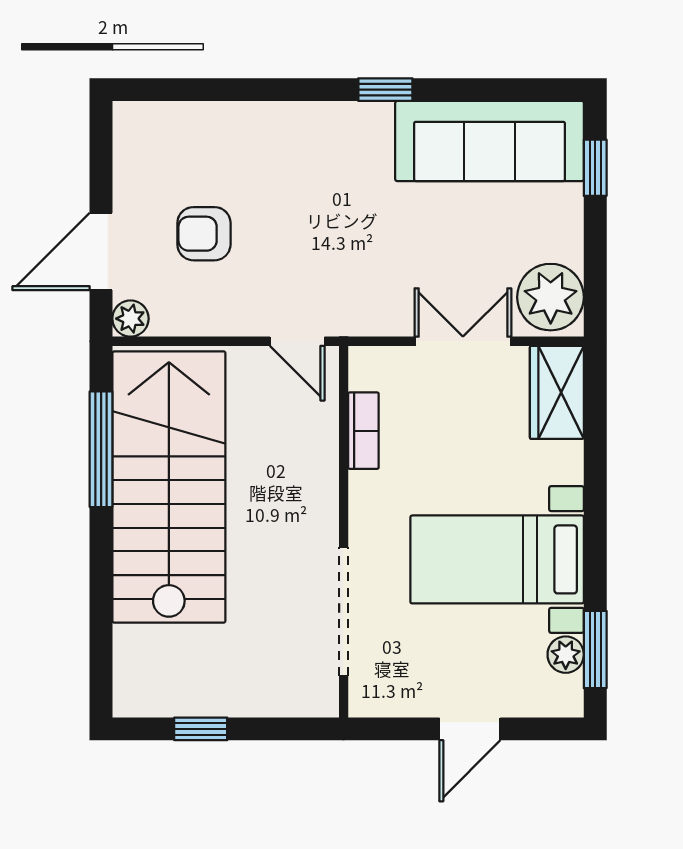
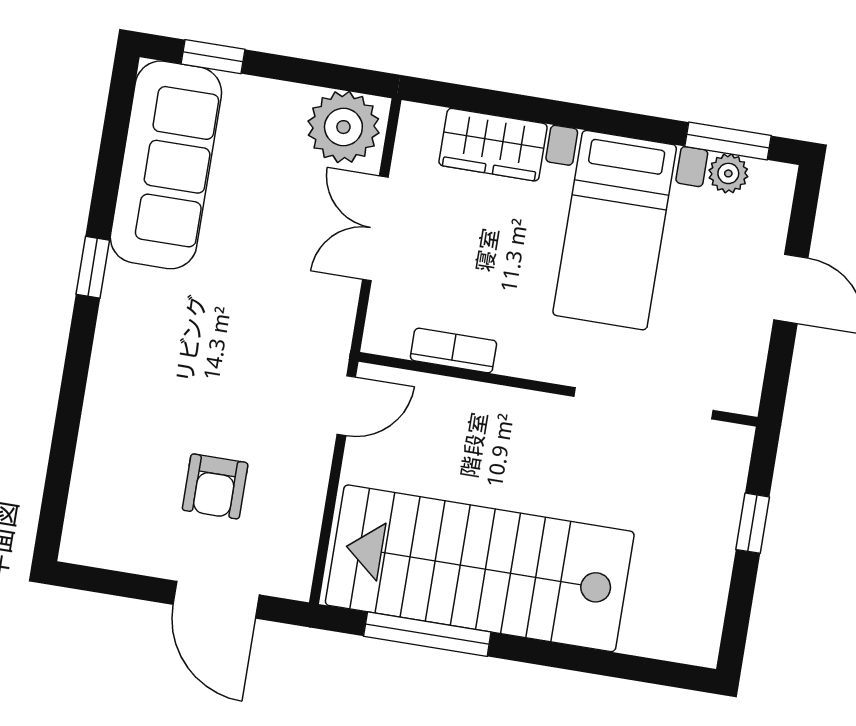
plant: (130, 319) -> (293, 580), removed
wardrobe: (557, 392) -> (493, 145), moved
window: (201, 729) -> (753, 523), moved

